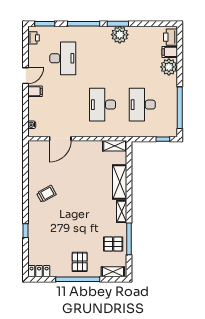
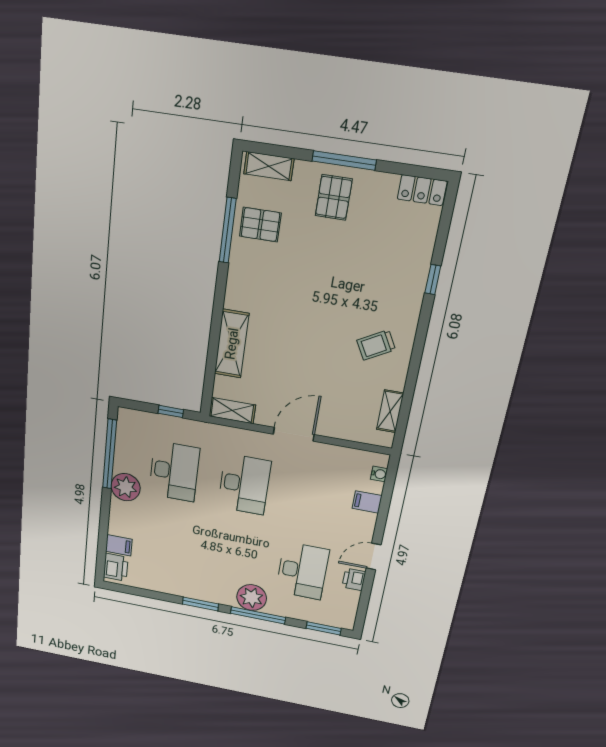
plant: (120, 35) -> (252, 598), moved
printer: (33, 38) -> (354, 579), moved
desk: (63, 58) -> (302, 571), turned 180
plant: (169, 67) -> (126, 487), moved
filing cabinet: (35, 91) -> (367, 502), moved
door: (60, 139) -> (294, 434), moved
window: (163, 139) -> (171, 411), moved
shelving: (122, 211) -> (390, 411), moved
window: (78, 279) -> (344, 160), width x0.68

